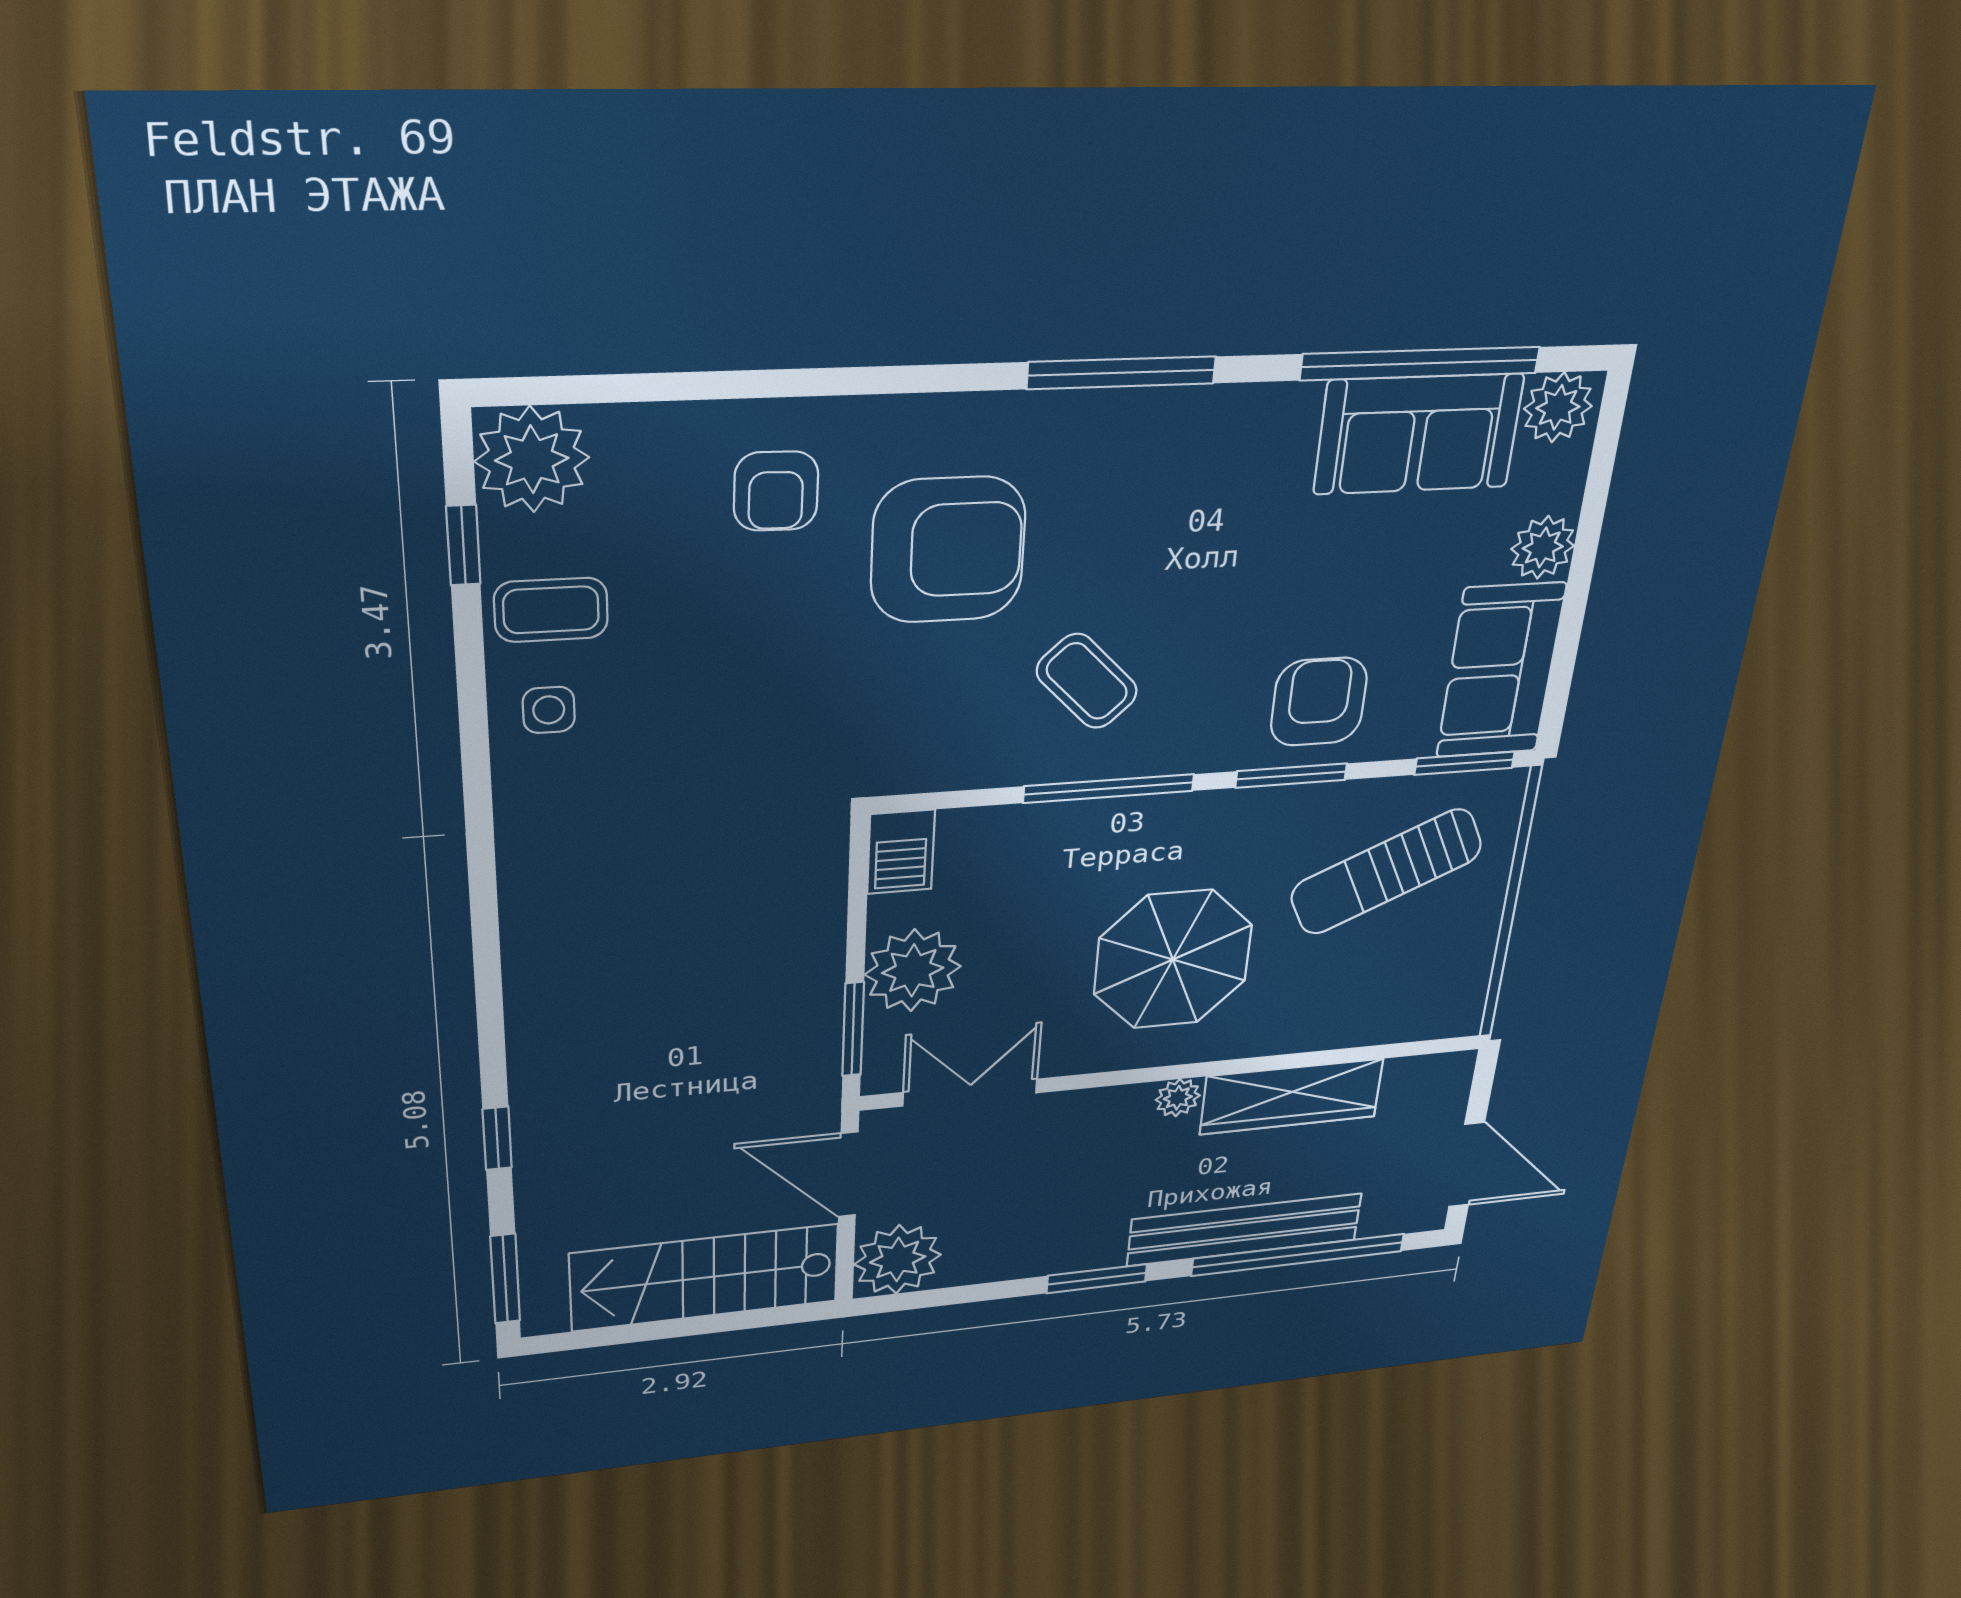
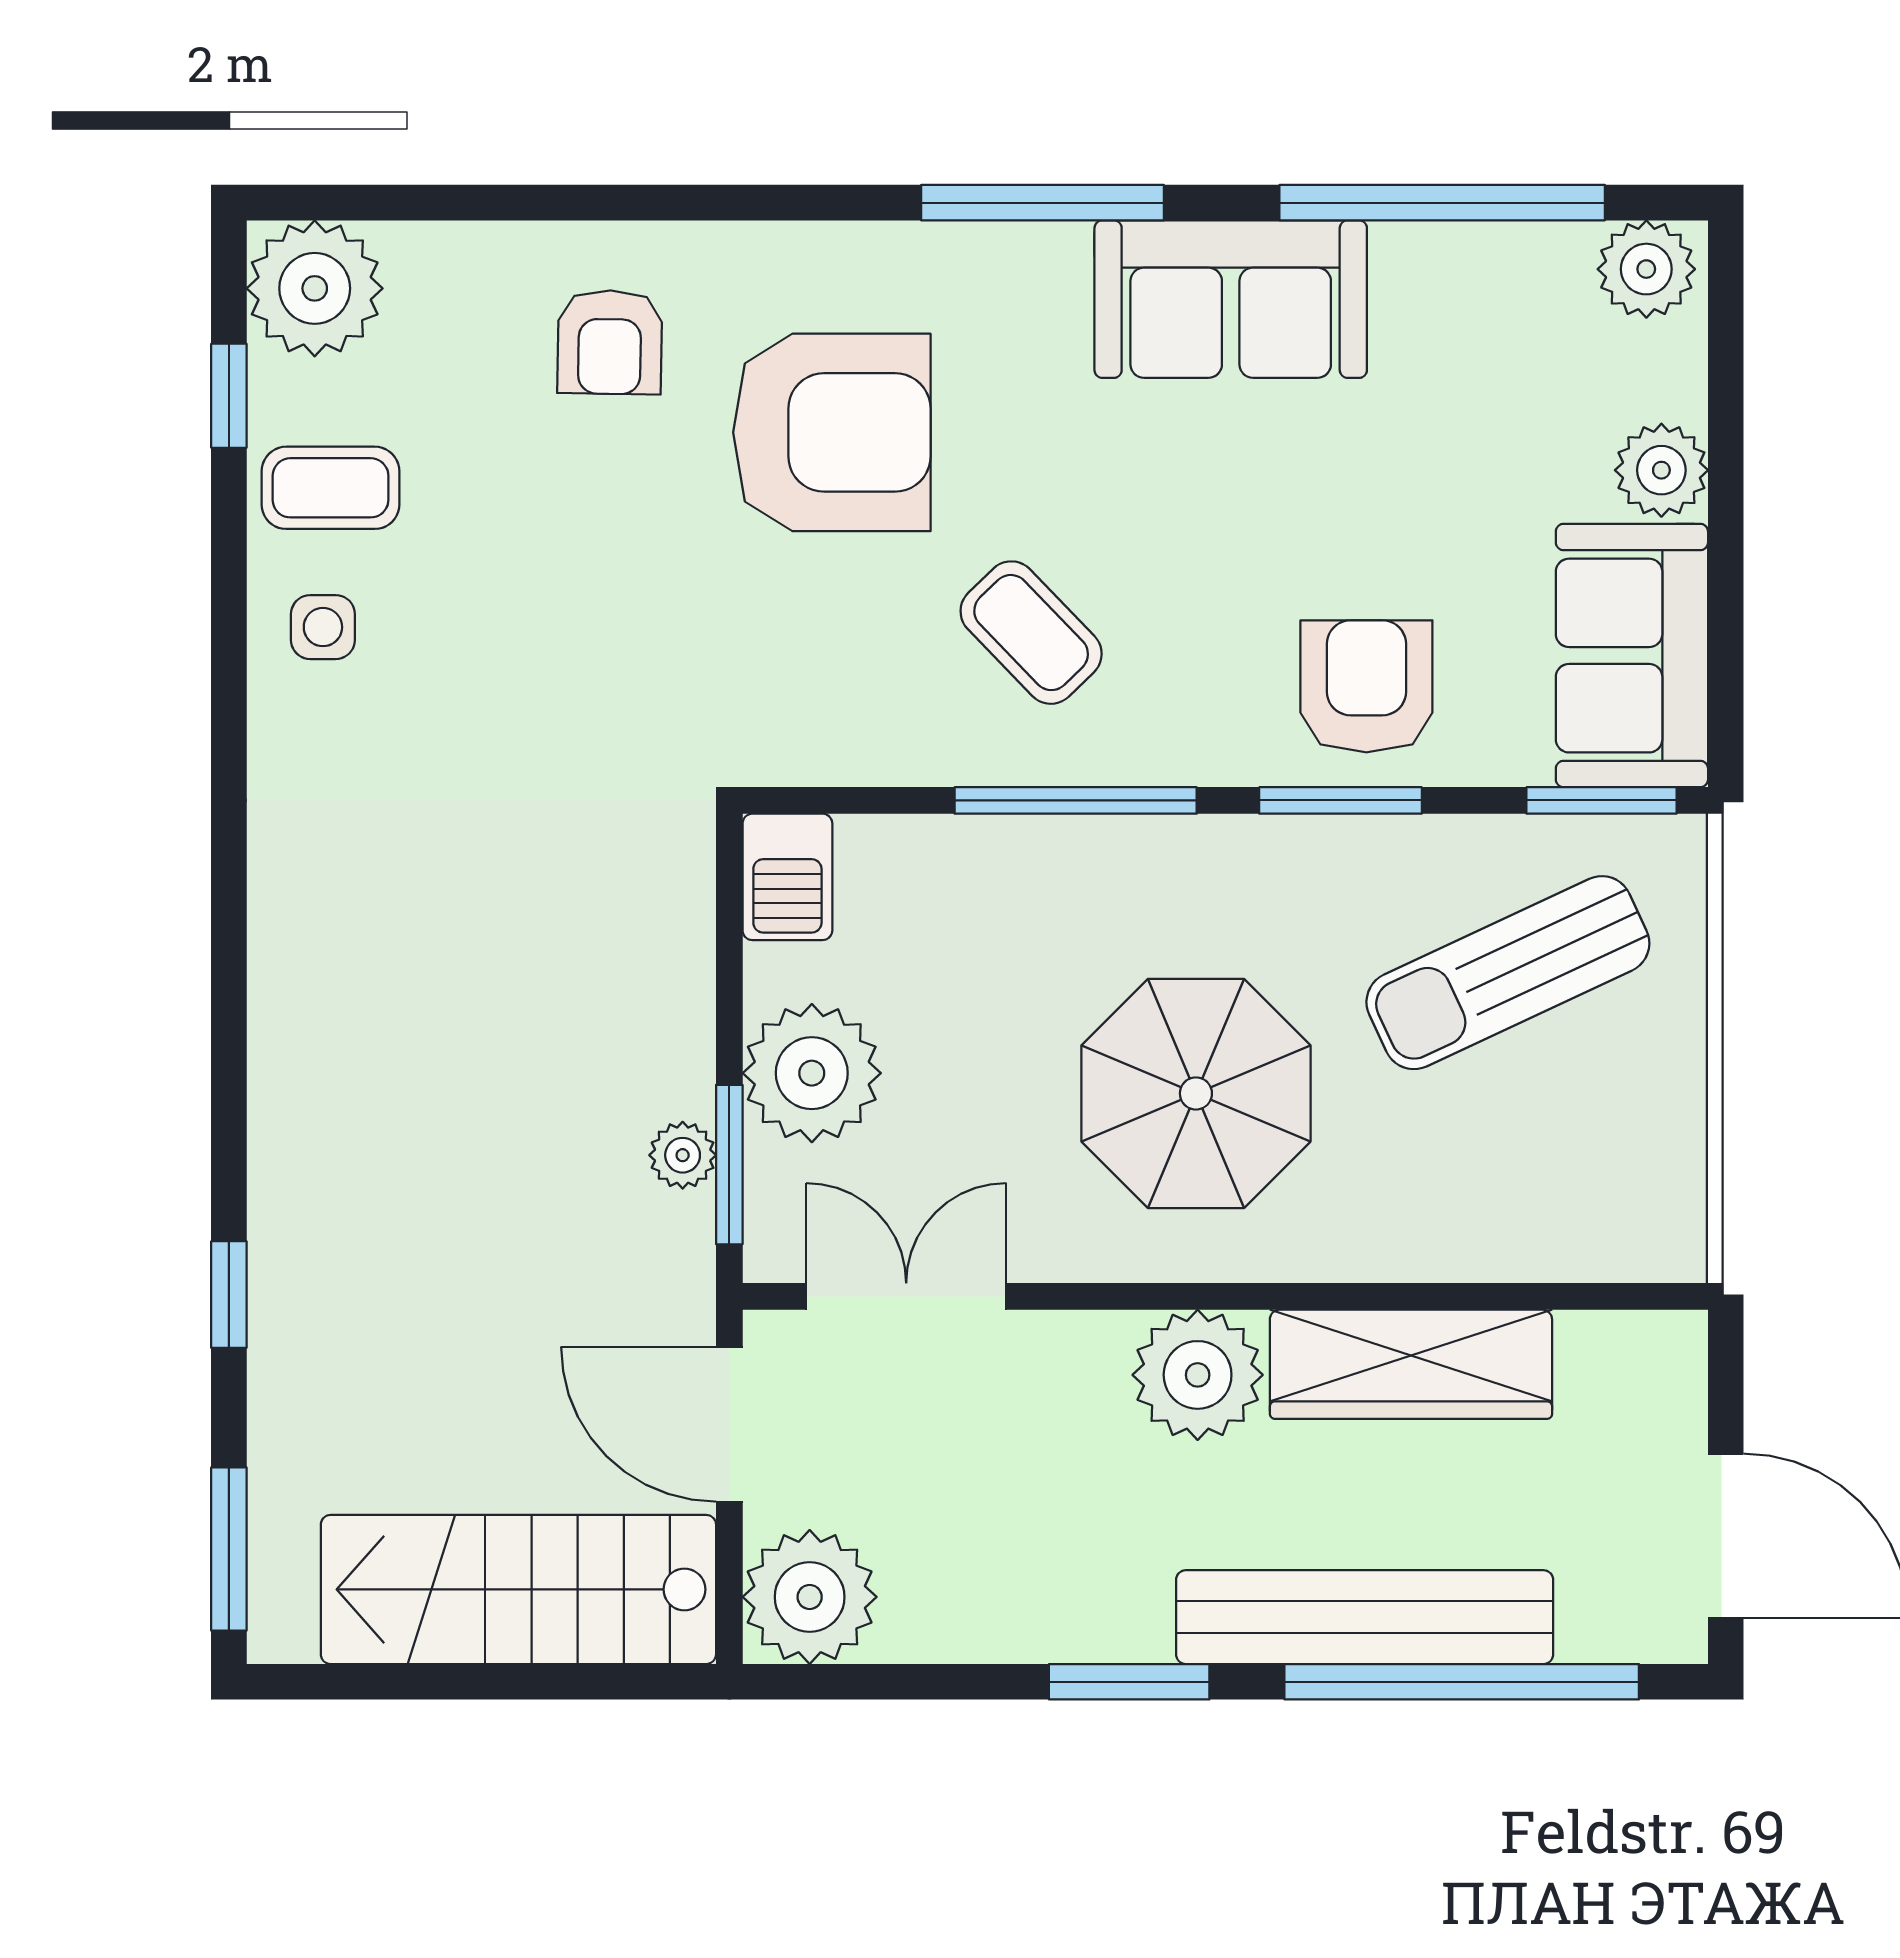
sofa: (1419, 434) -> (1231, 299), moved
plant: (821, 1027) -> (683, 1155), added
plant: (1178, 1098) -> (1198, 1375), width x1.88, depth x1.88

